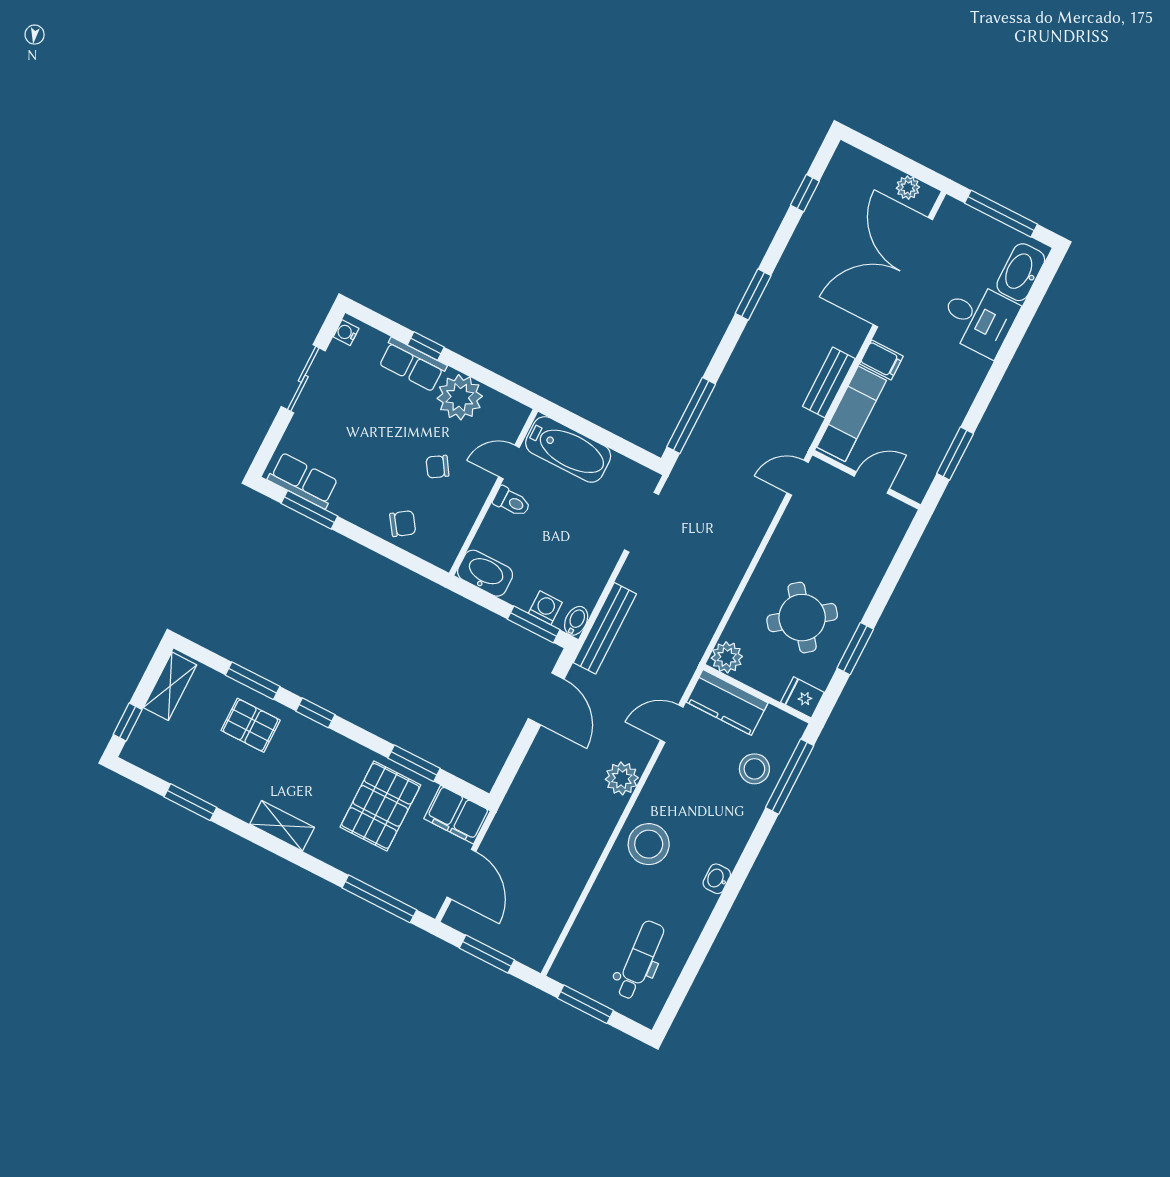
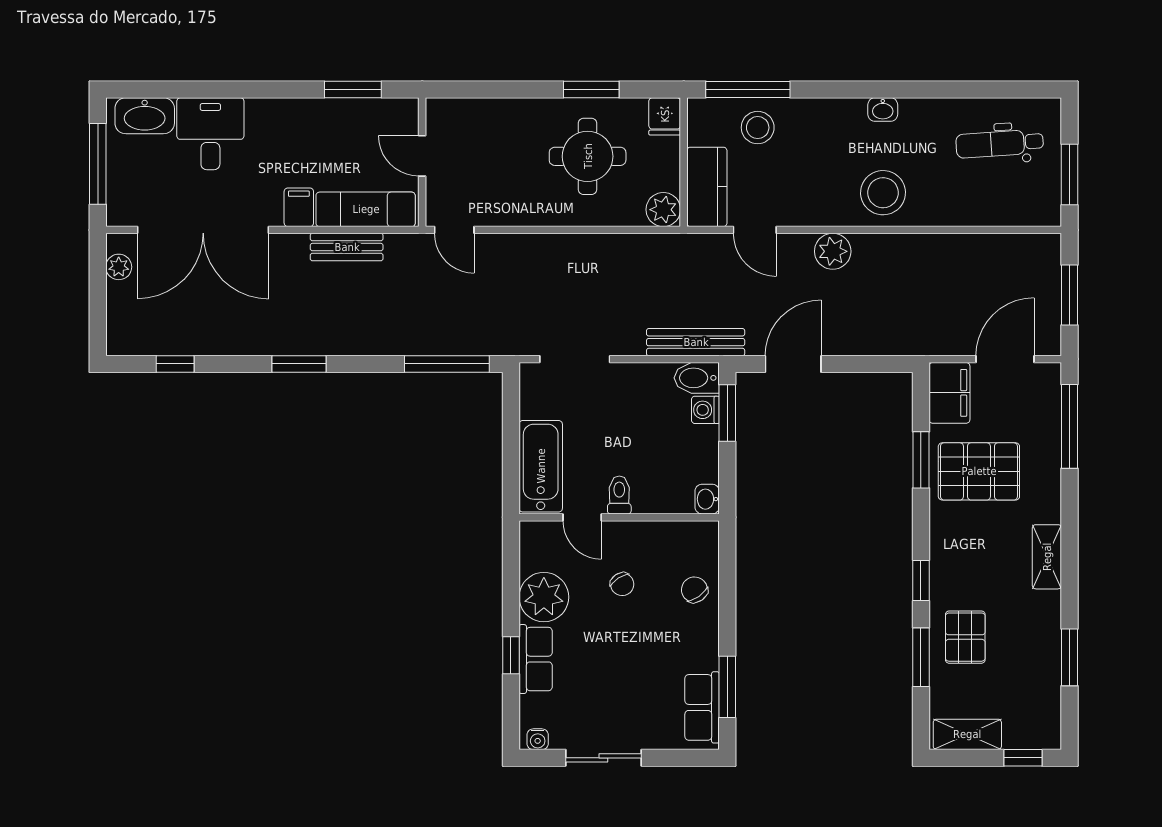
washbasin: (485, 573) -> (707, 499), width x0.52, depth x0.69
round table: (802, 618) -> (588, 156), turned 38
bidet: (576, 621) -> (697, 378), width x1.38, depth x1.36

